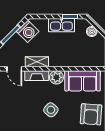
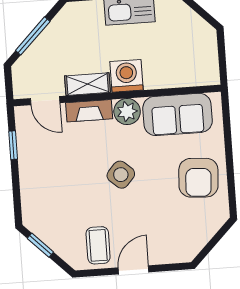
washing machine: (28, 31) -> (127, 76), moved, turned -135
boiler: (92, 31) -> (189, 19), removed

